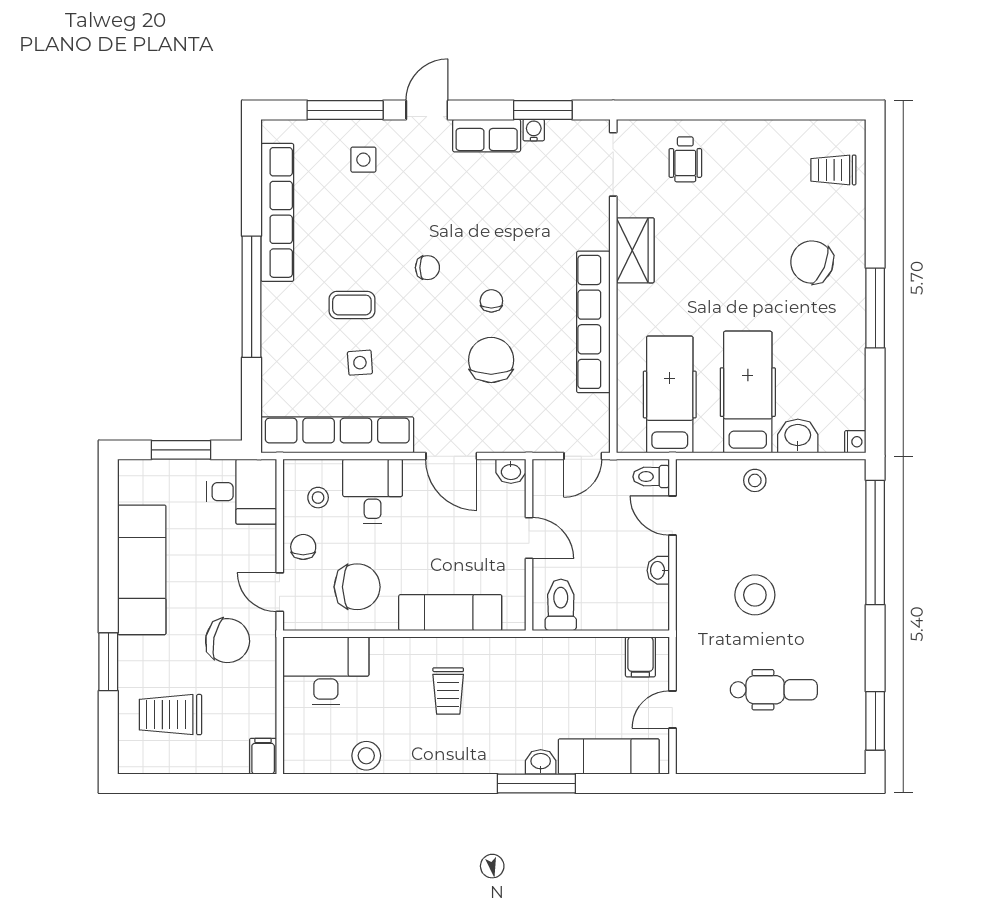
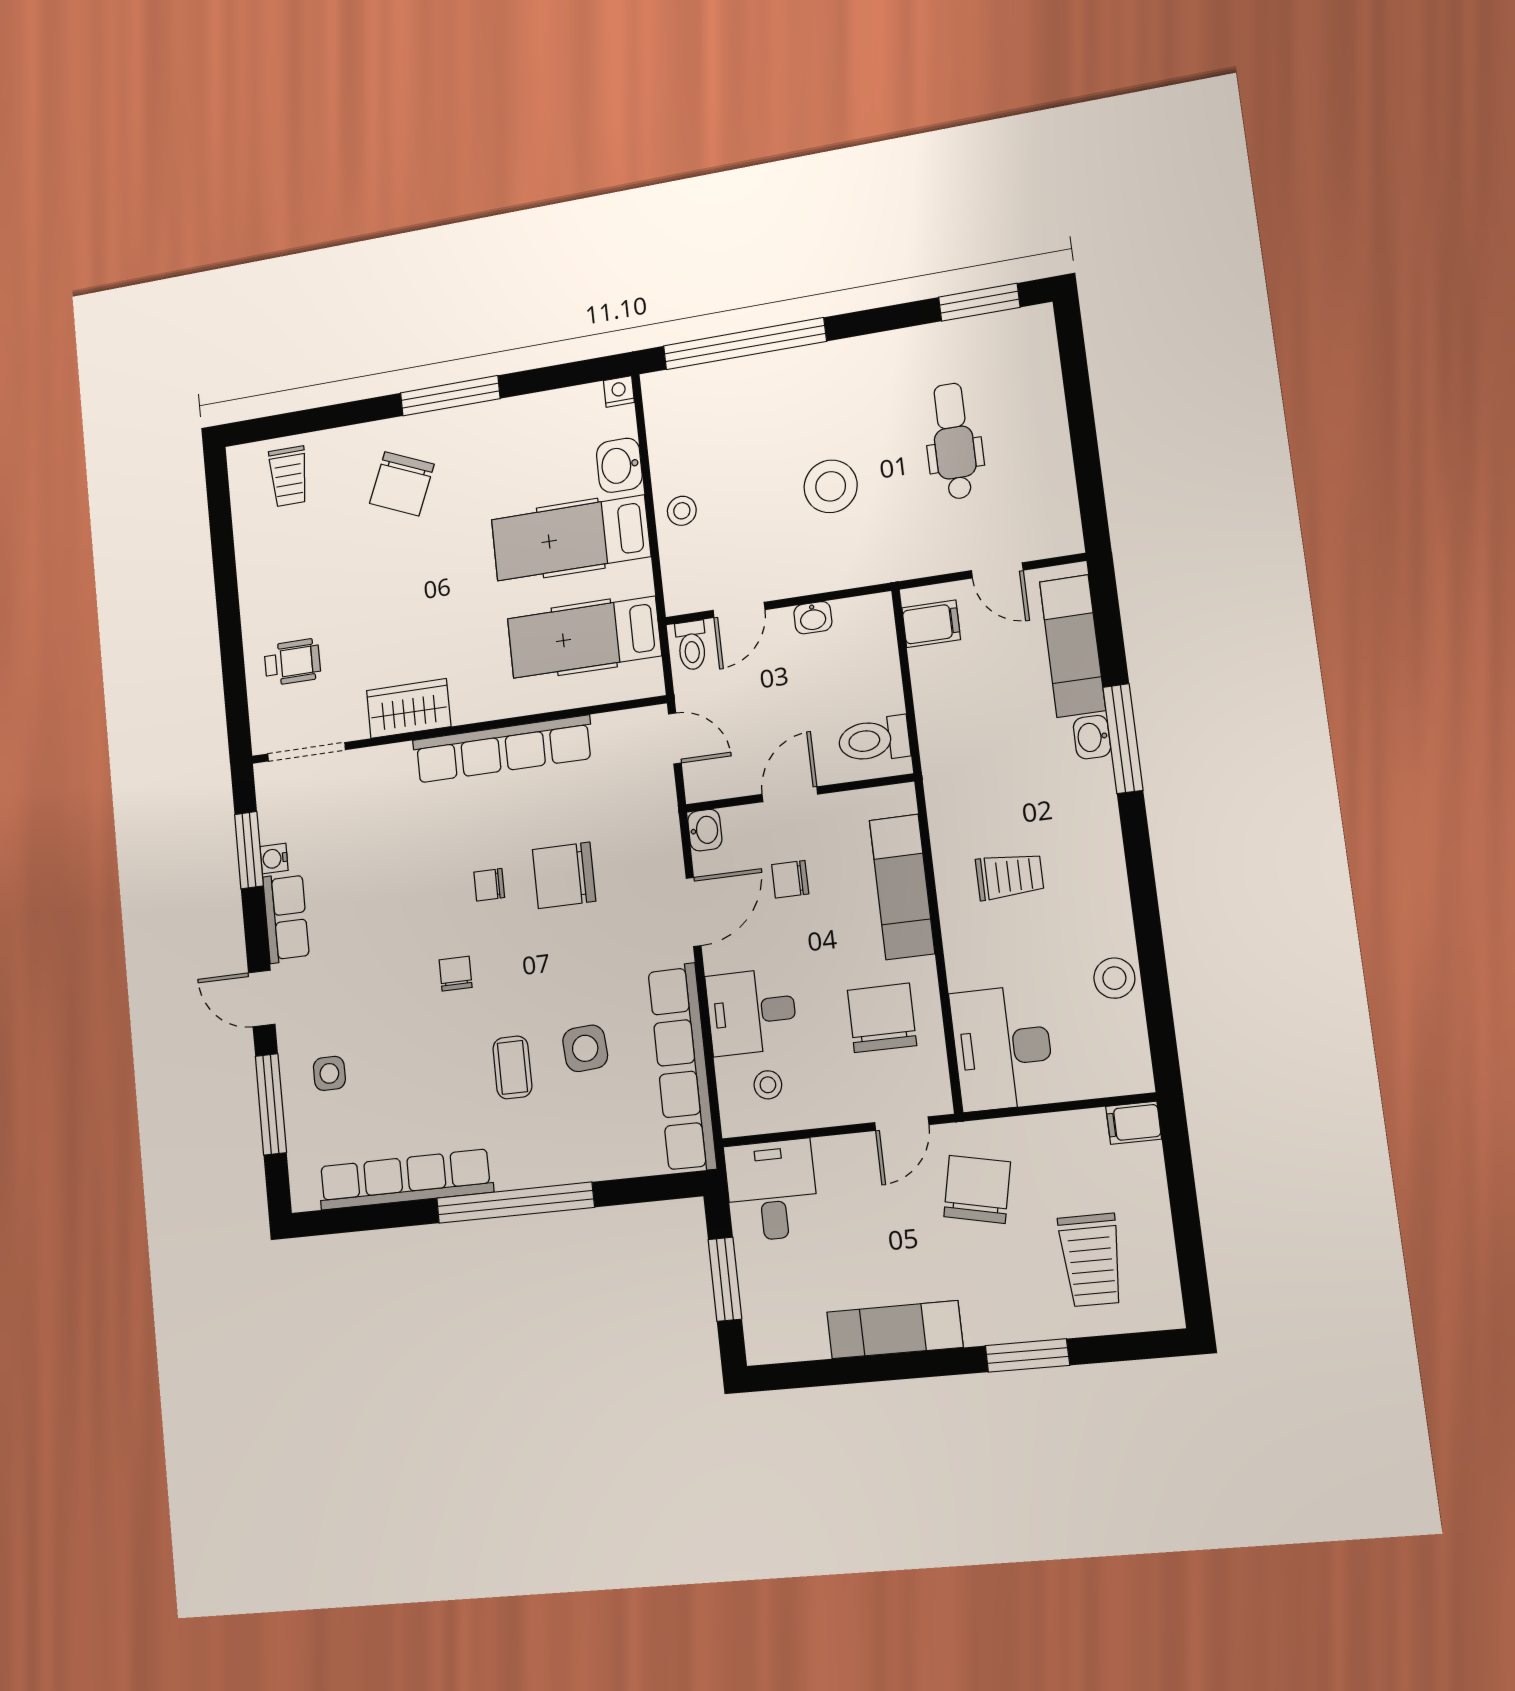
side table: (360, 363) -> (585, 1048), width x1.37, depth x1.37
chair: (303, 547) -> (790, 879), moved
exam couch: (142, 570) -> (895, 1330), width x0.73, depth x0.69

